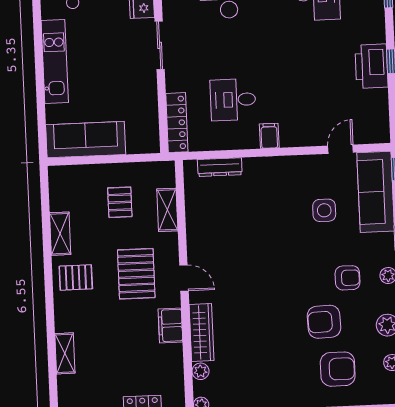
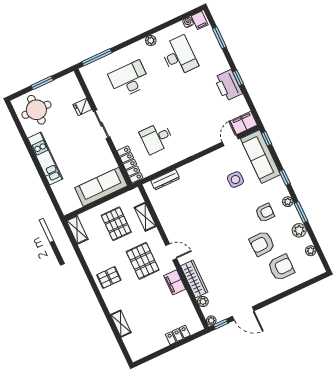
filing cabinet: (269, 136) -> (244, 123), moved, width x2.00
sofa: (86, 140) -> (101, 187), moved
pallet: (120, 202) -> (116, 224), width x1.50, depth x1.42
shelving: (60, 234) -> (77, 230), moved

